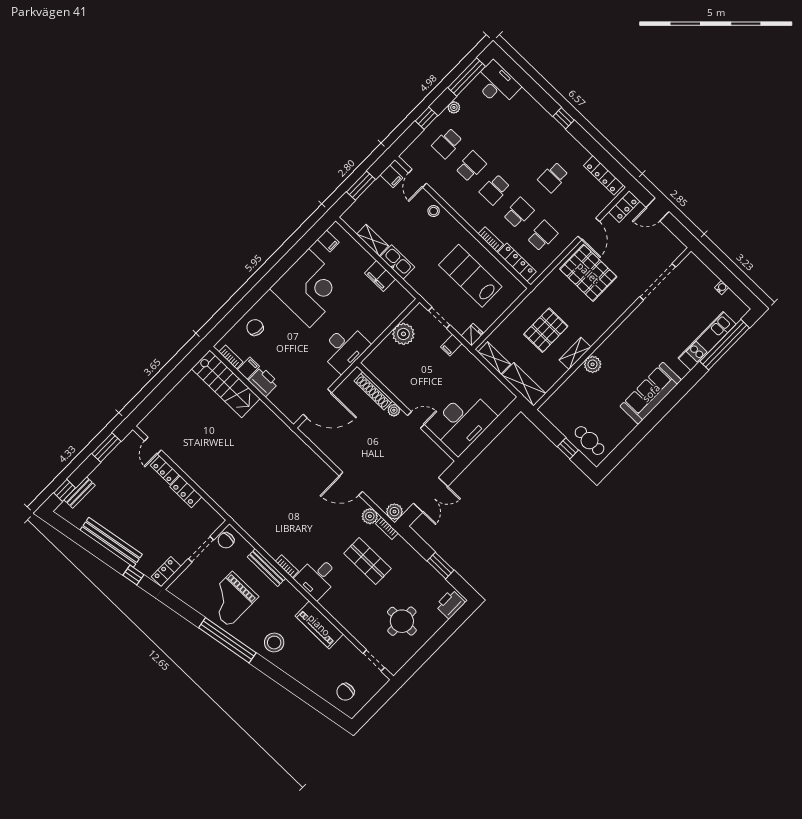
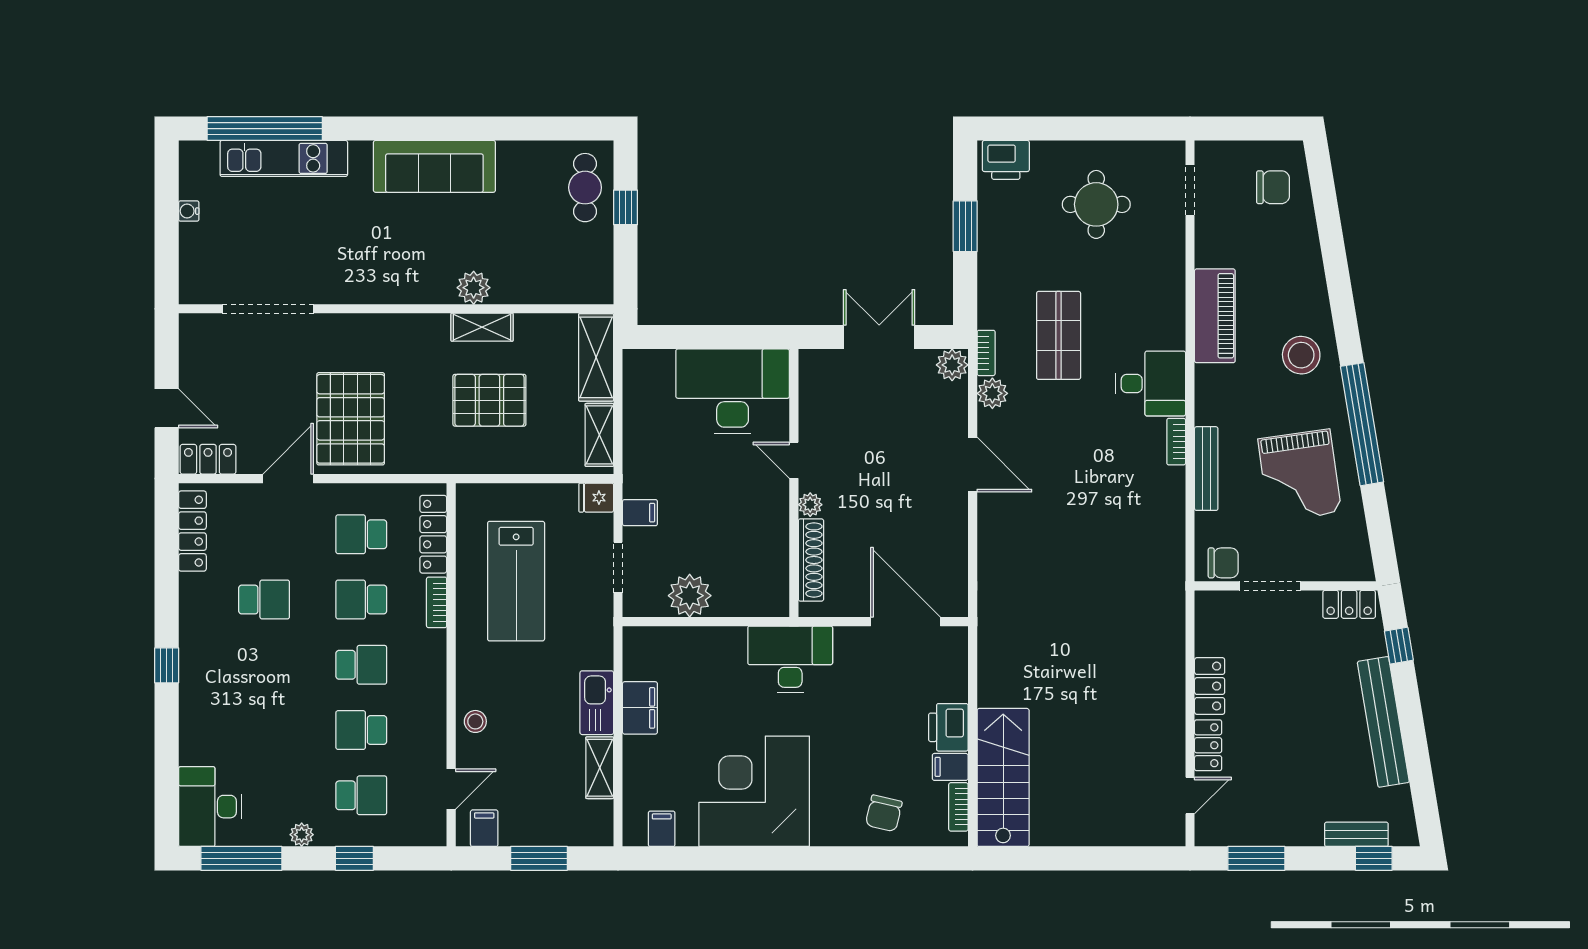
grand piano: (231, 599) -> (1300, 476), turned 82

